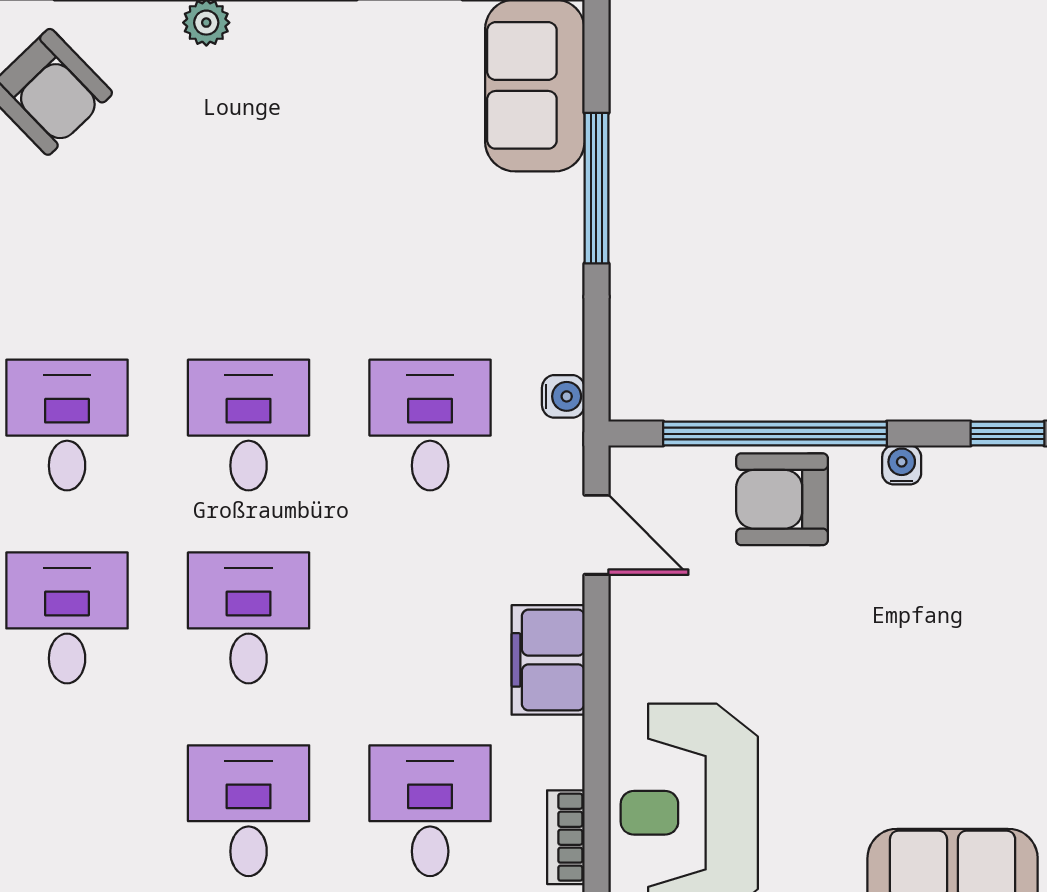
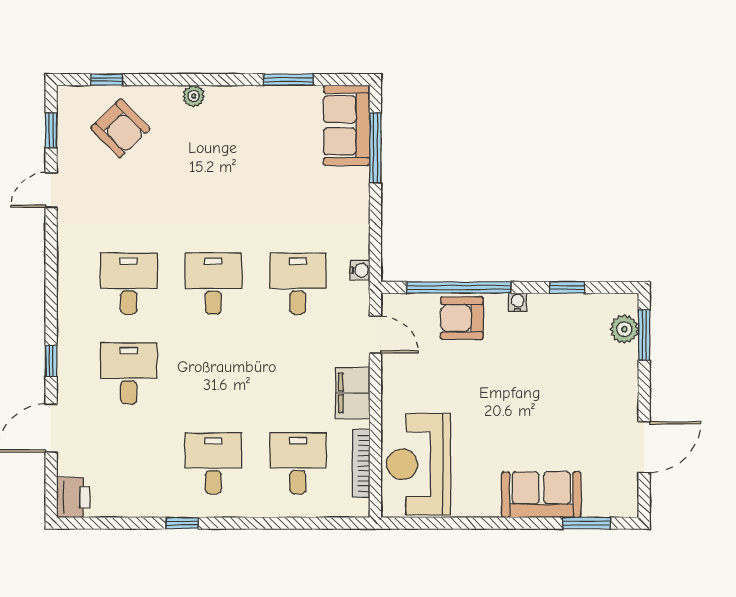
window: (596, 188) -> (375, 148), moved
desk: (249, 618) -> (213, 373), removed
bookcase: (566, 837) -> (361, 463), width x1.56

